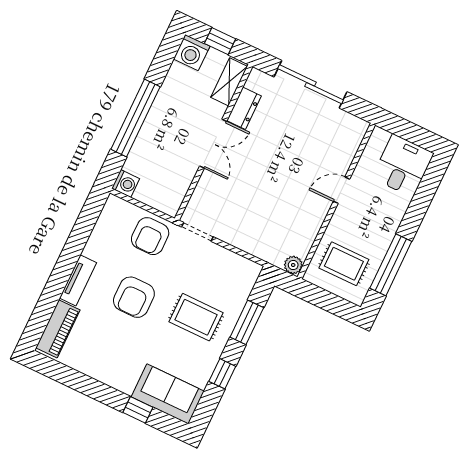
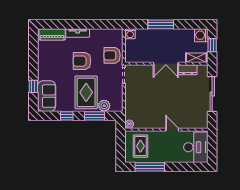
window: (135, 118) -> (161, 24), width x0.68
desk: (403, 166) -> (196, 147), width x1.37
plant: (237, 295) -> (104, 106), added
rug: (196, 317) -> (86, 92), width x1.36, depth x1.43

